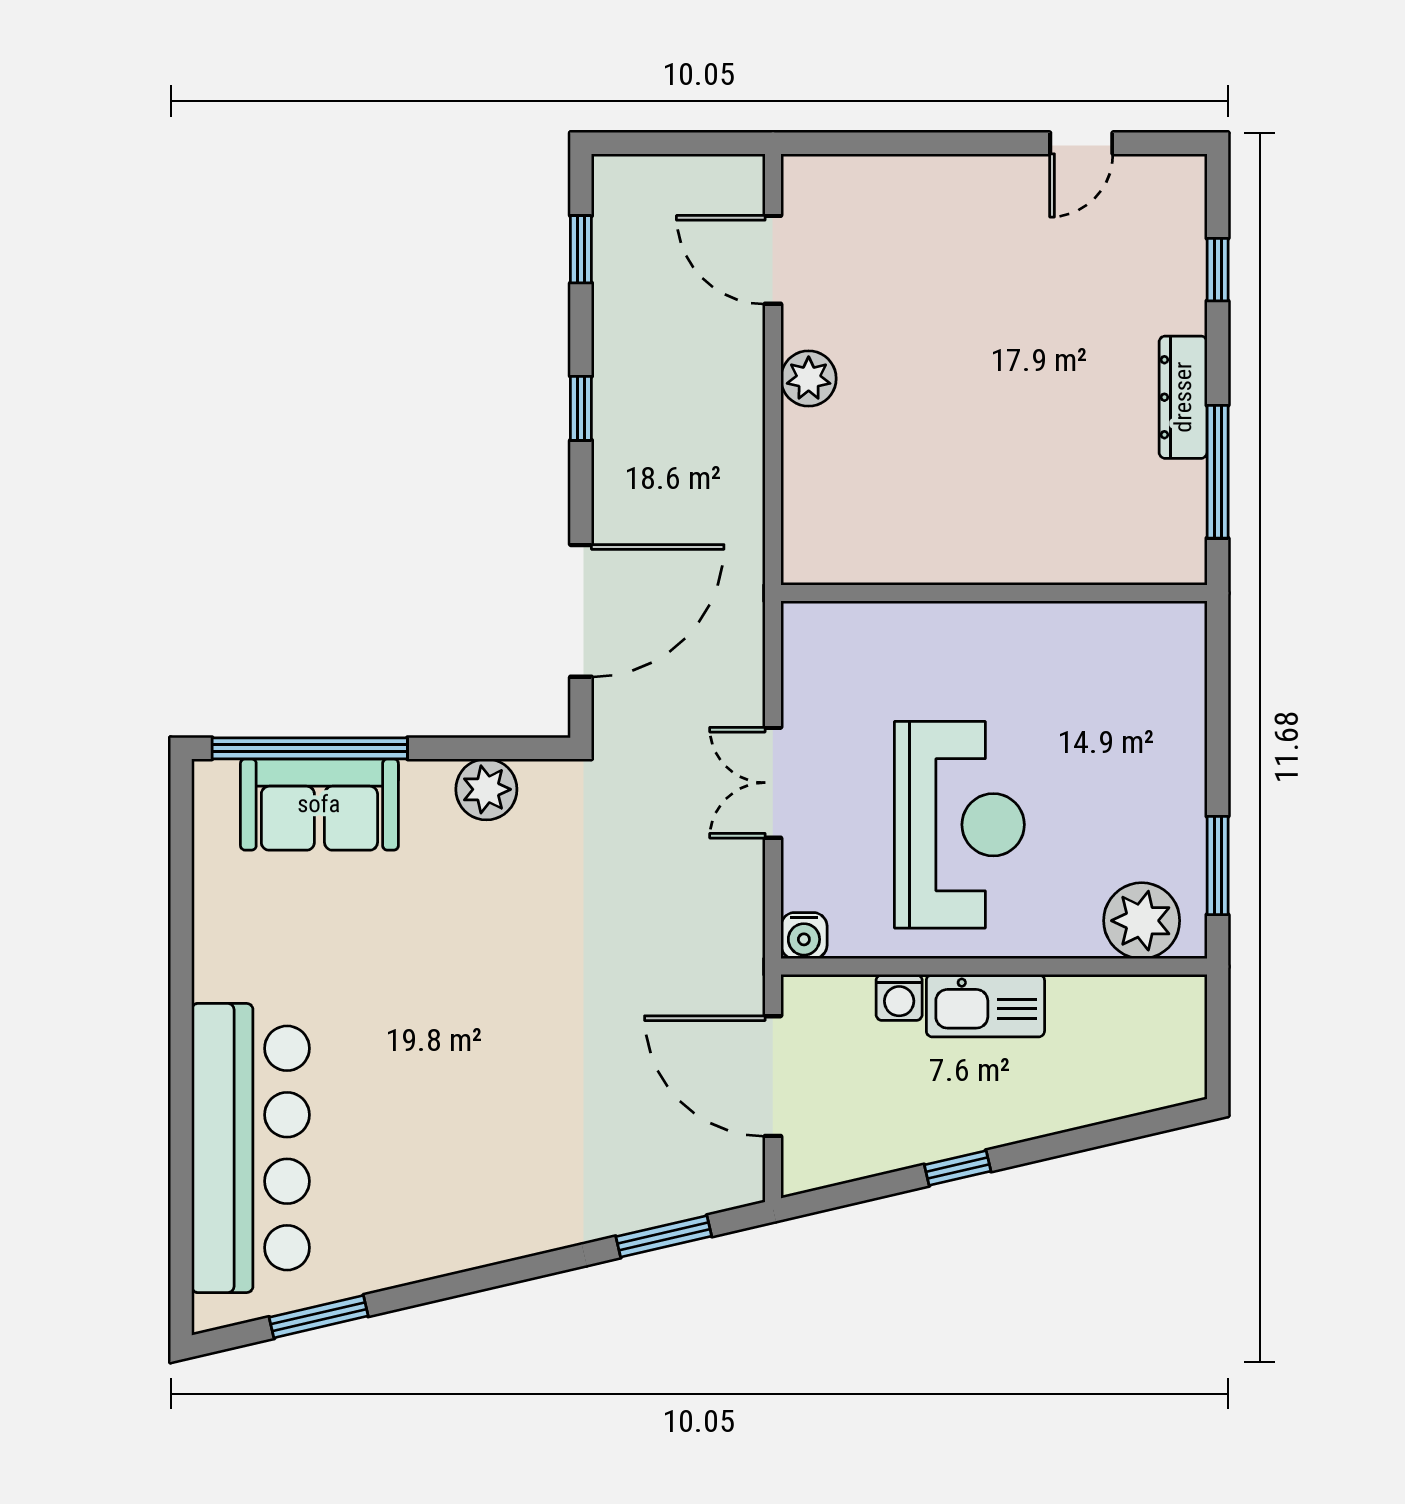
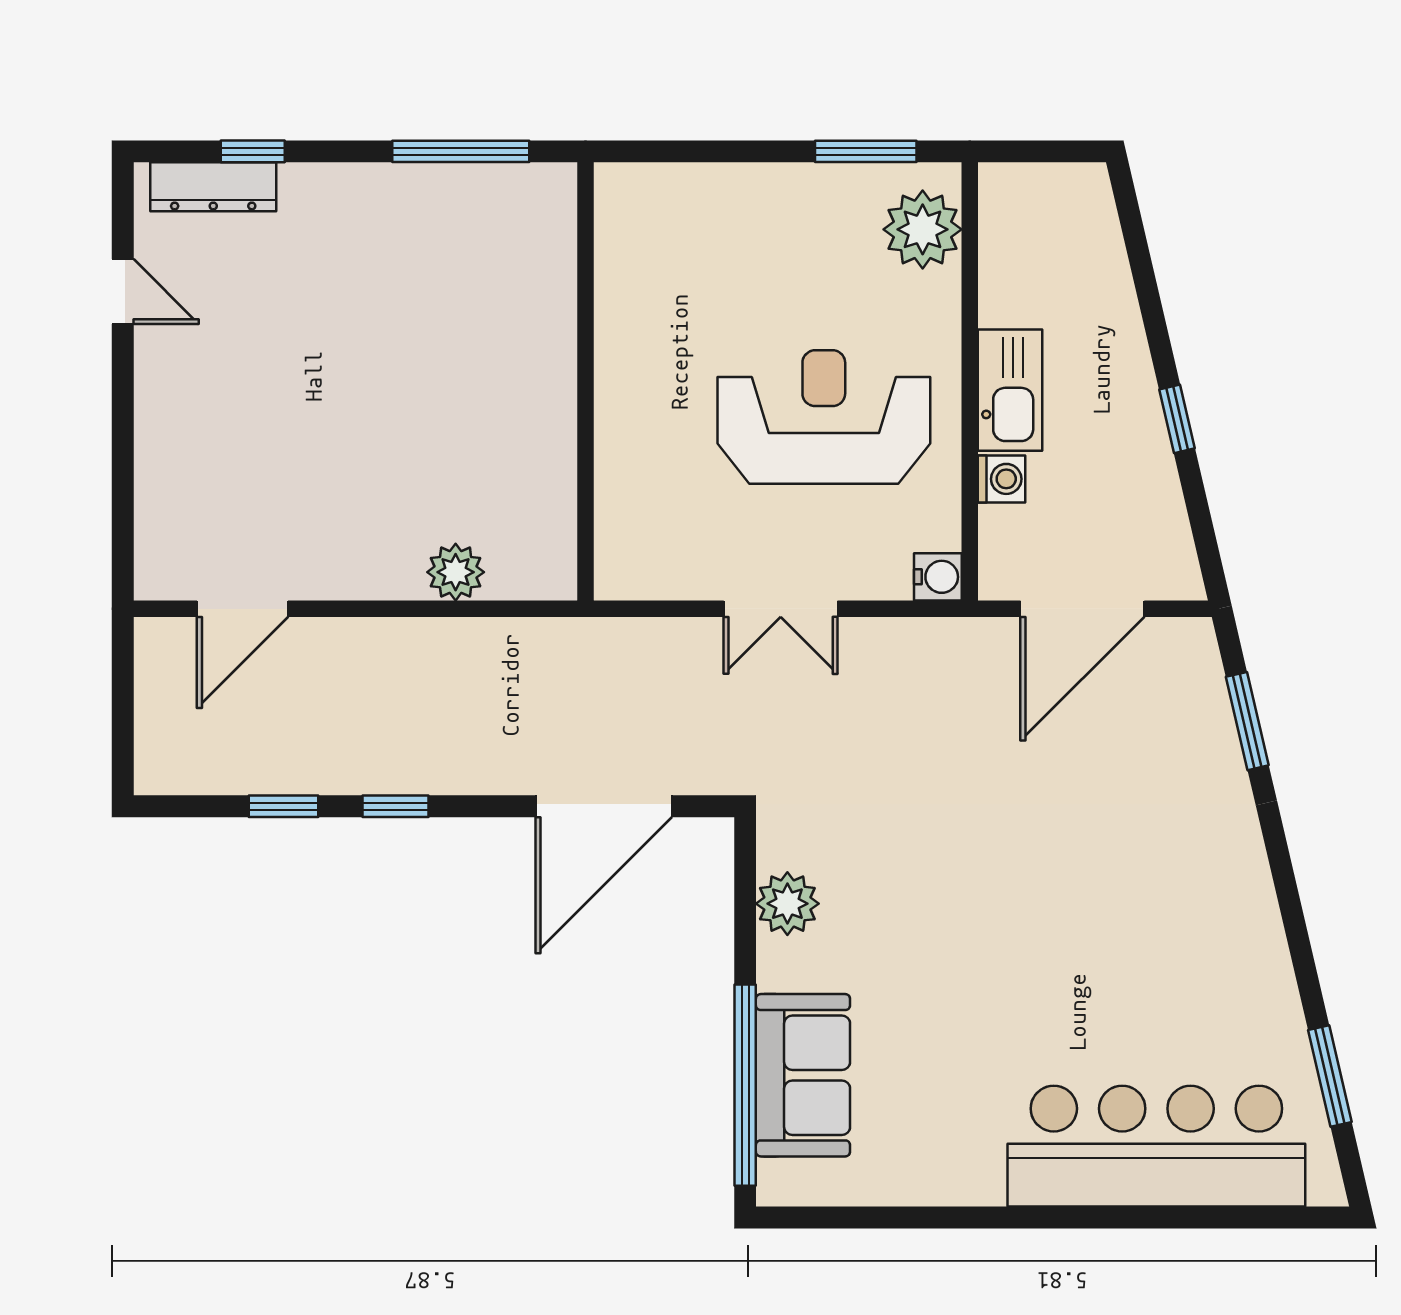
window: (581, 249) -> (284, 806), moved
plant: (809, 379) -> (456, 572), moved
dresser: (1183, 397) -> (213, 187), moved
door: (581, 611) -> (604, 806), swing flipped

